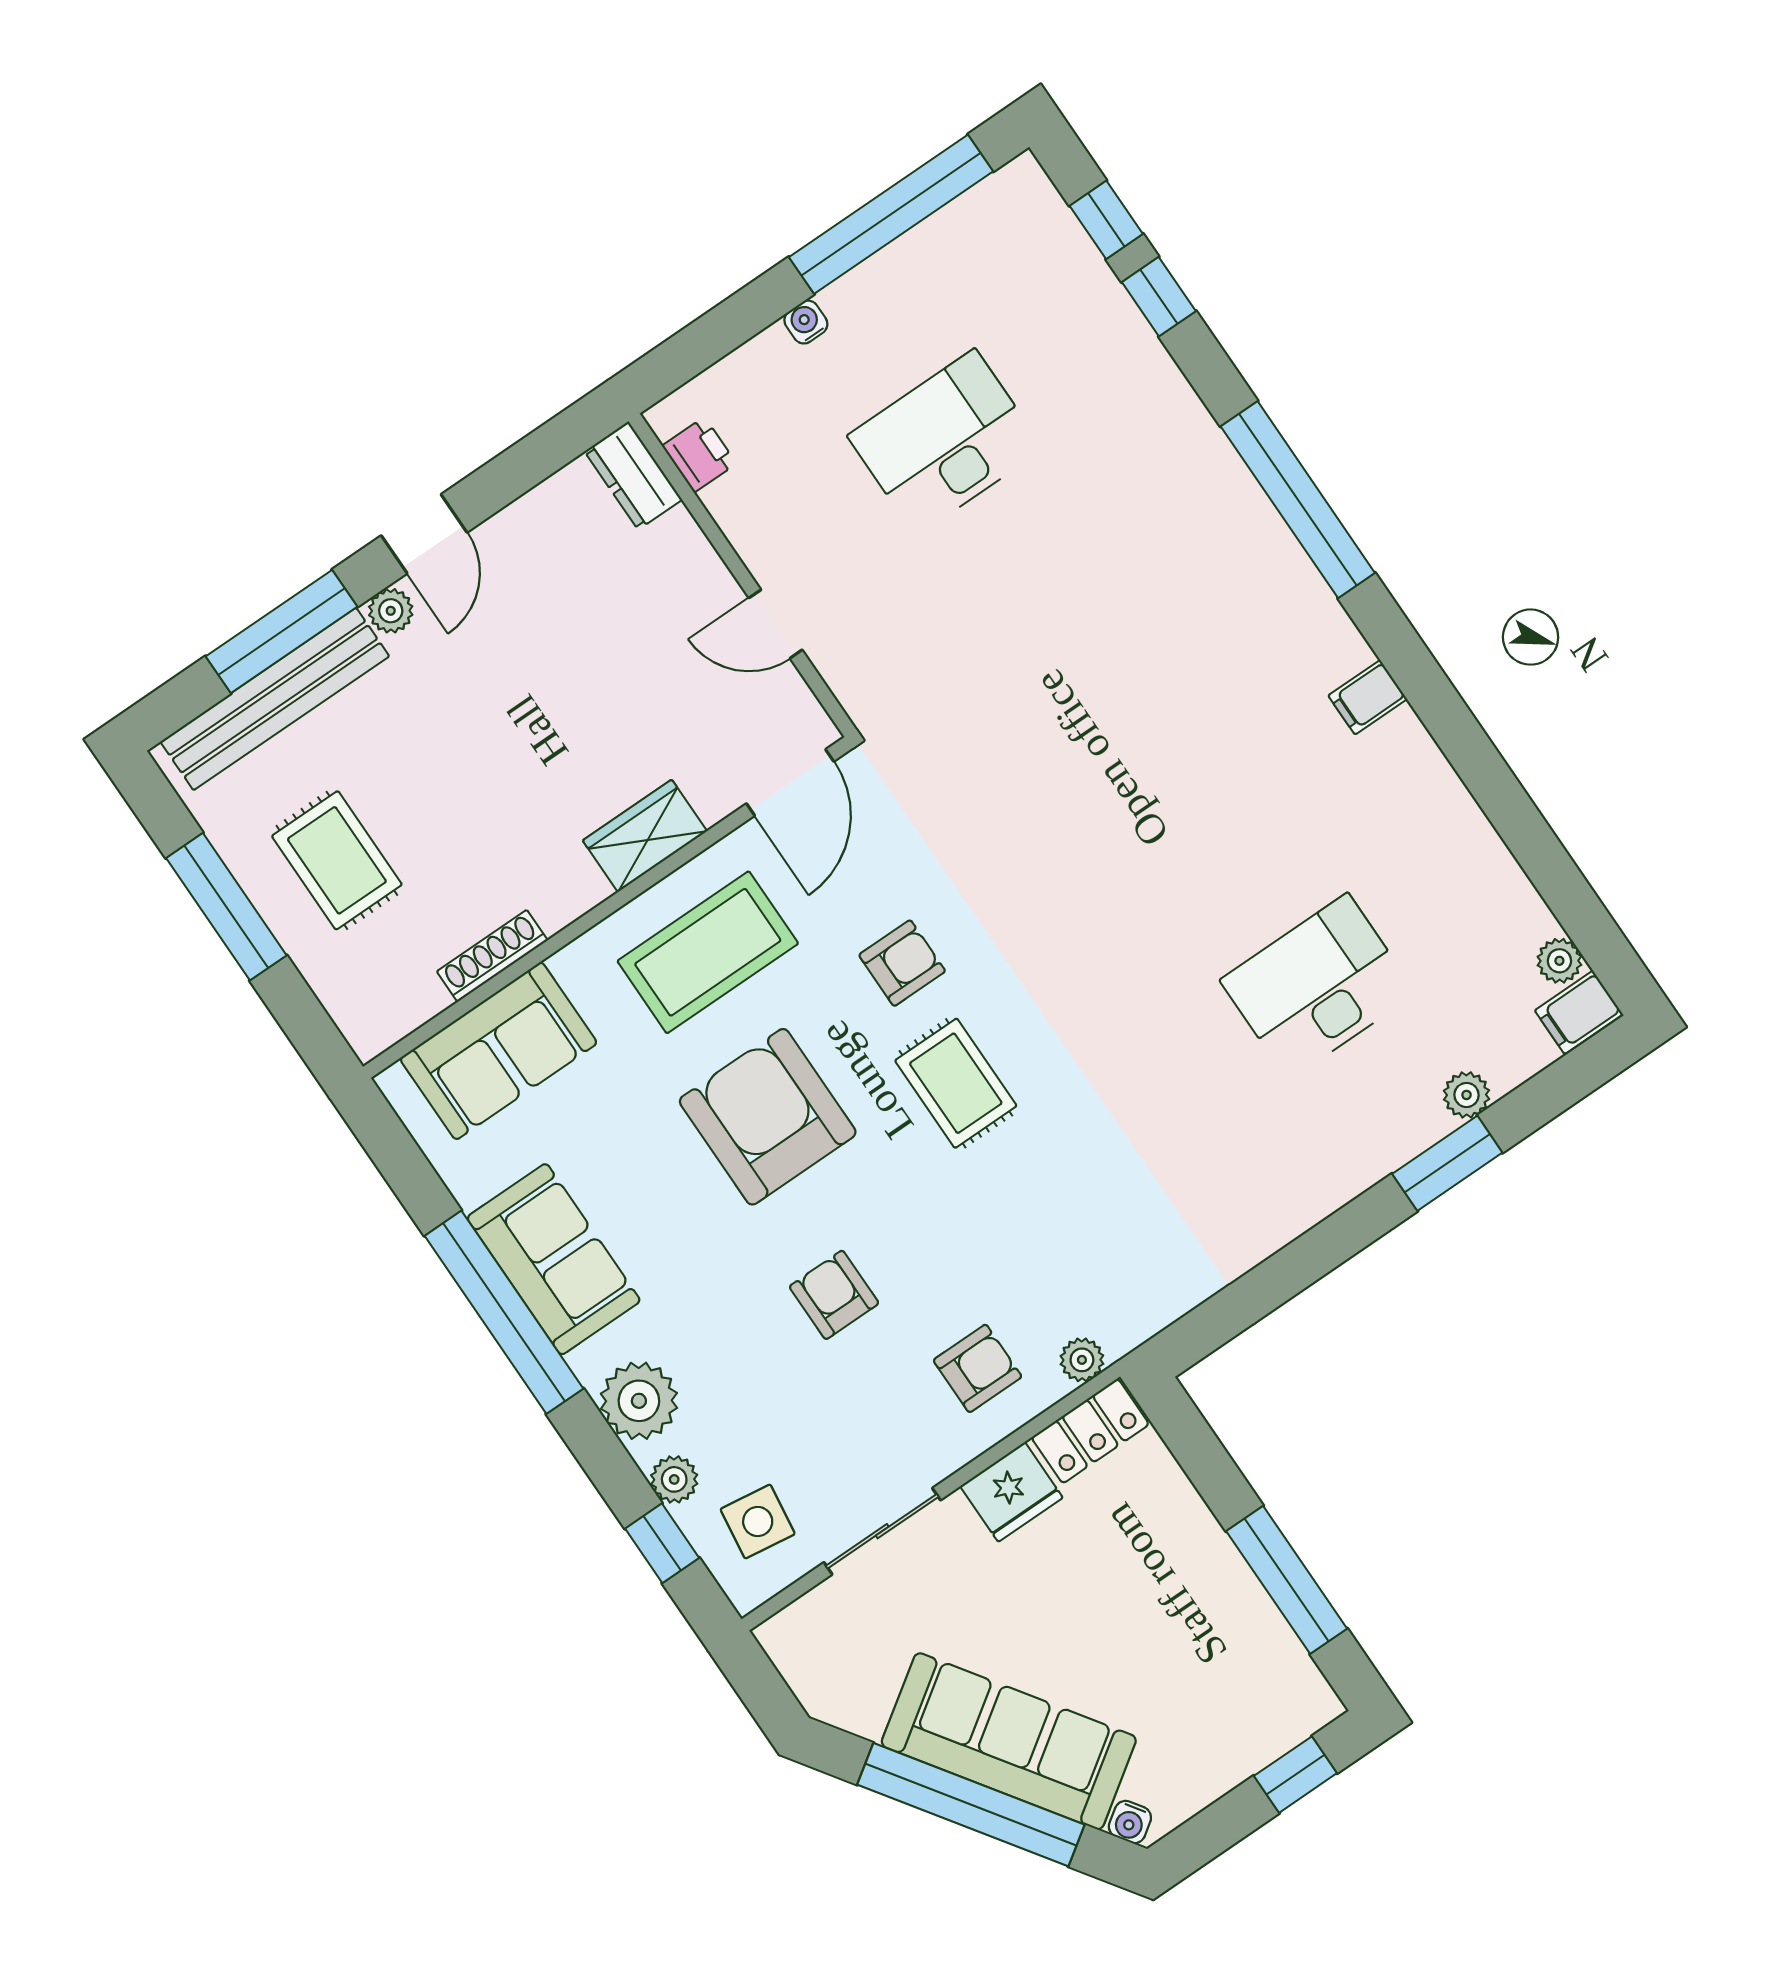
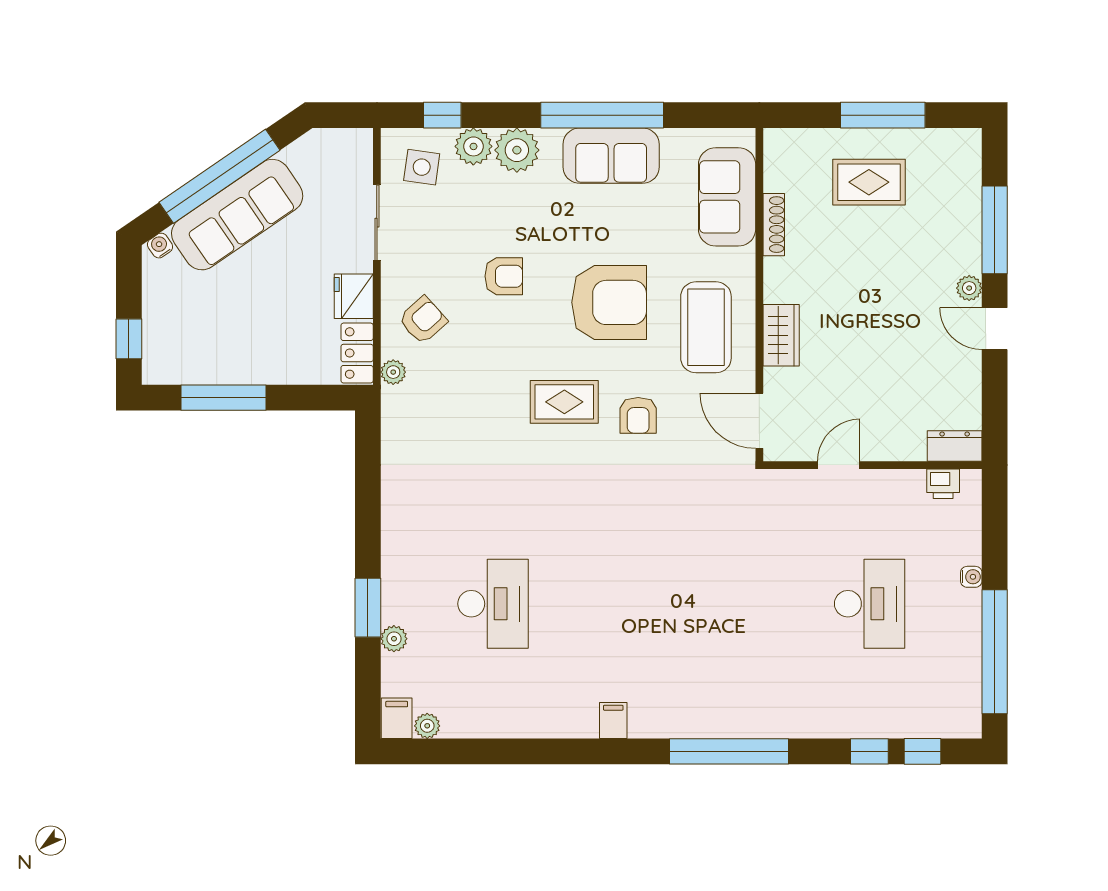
bench: (275, 699) -> (965, 205), removed
armchair: (978, 1368) -> (423, 320), turned -132
plant: (674, 1479) -> (473, 146), width x1.38, depth x1.38

